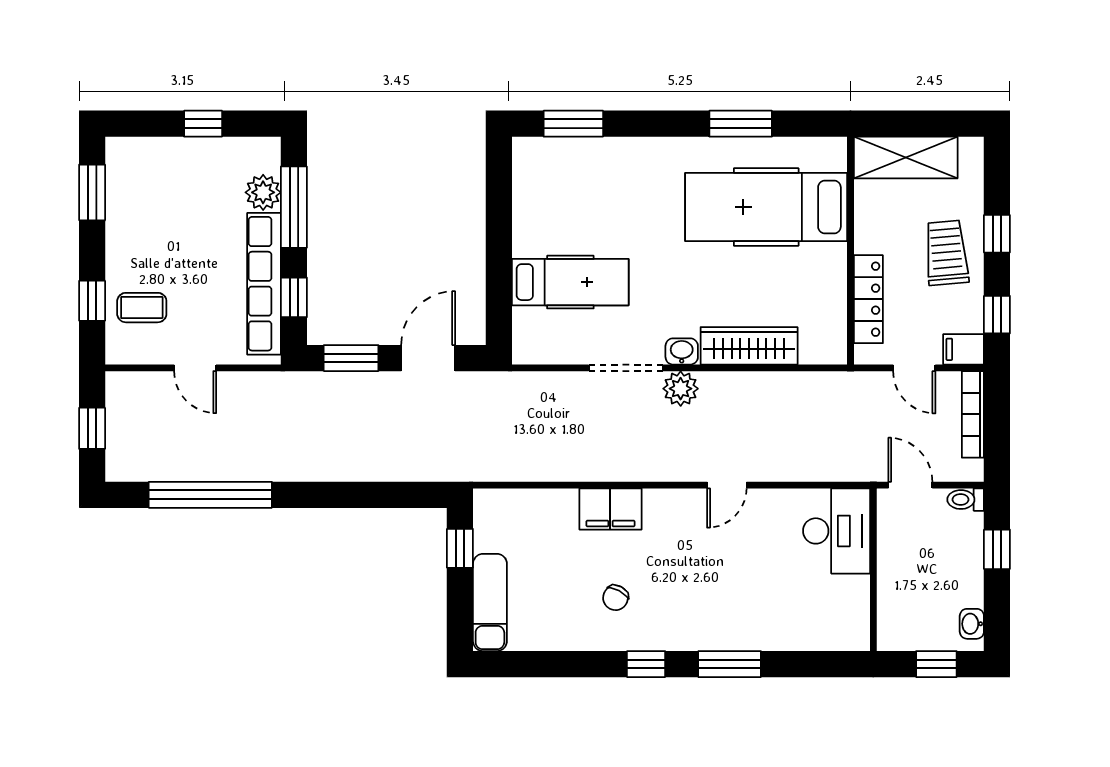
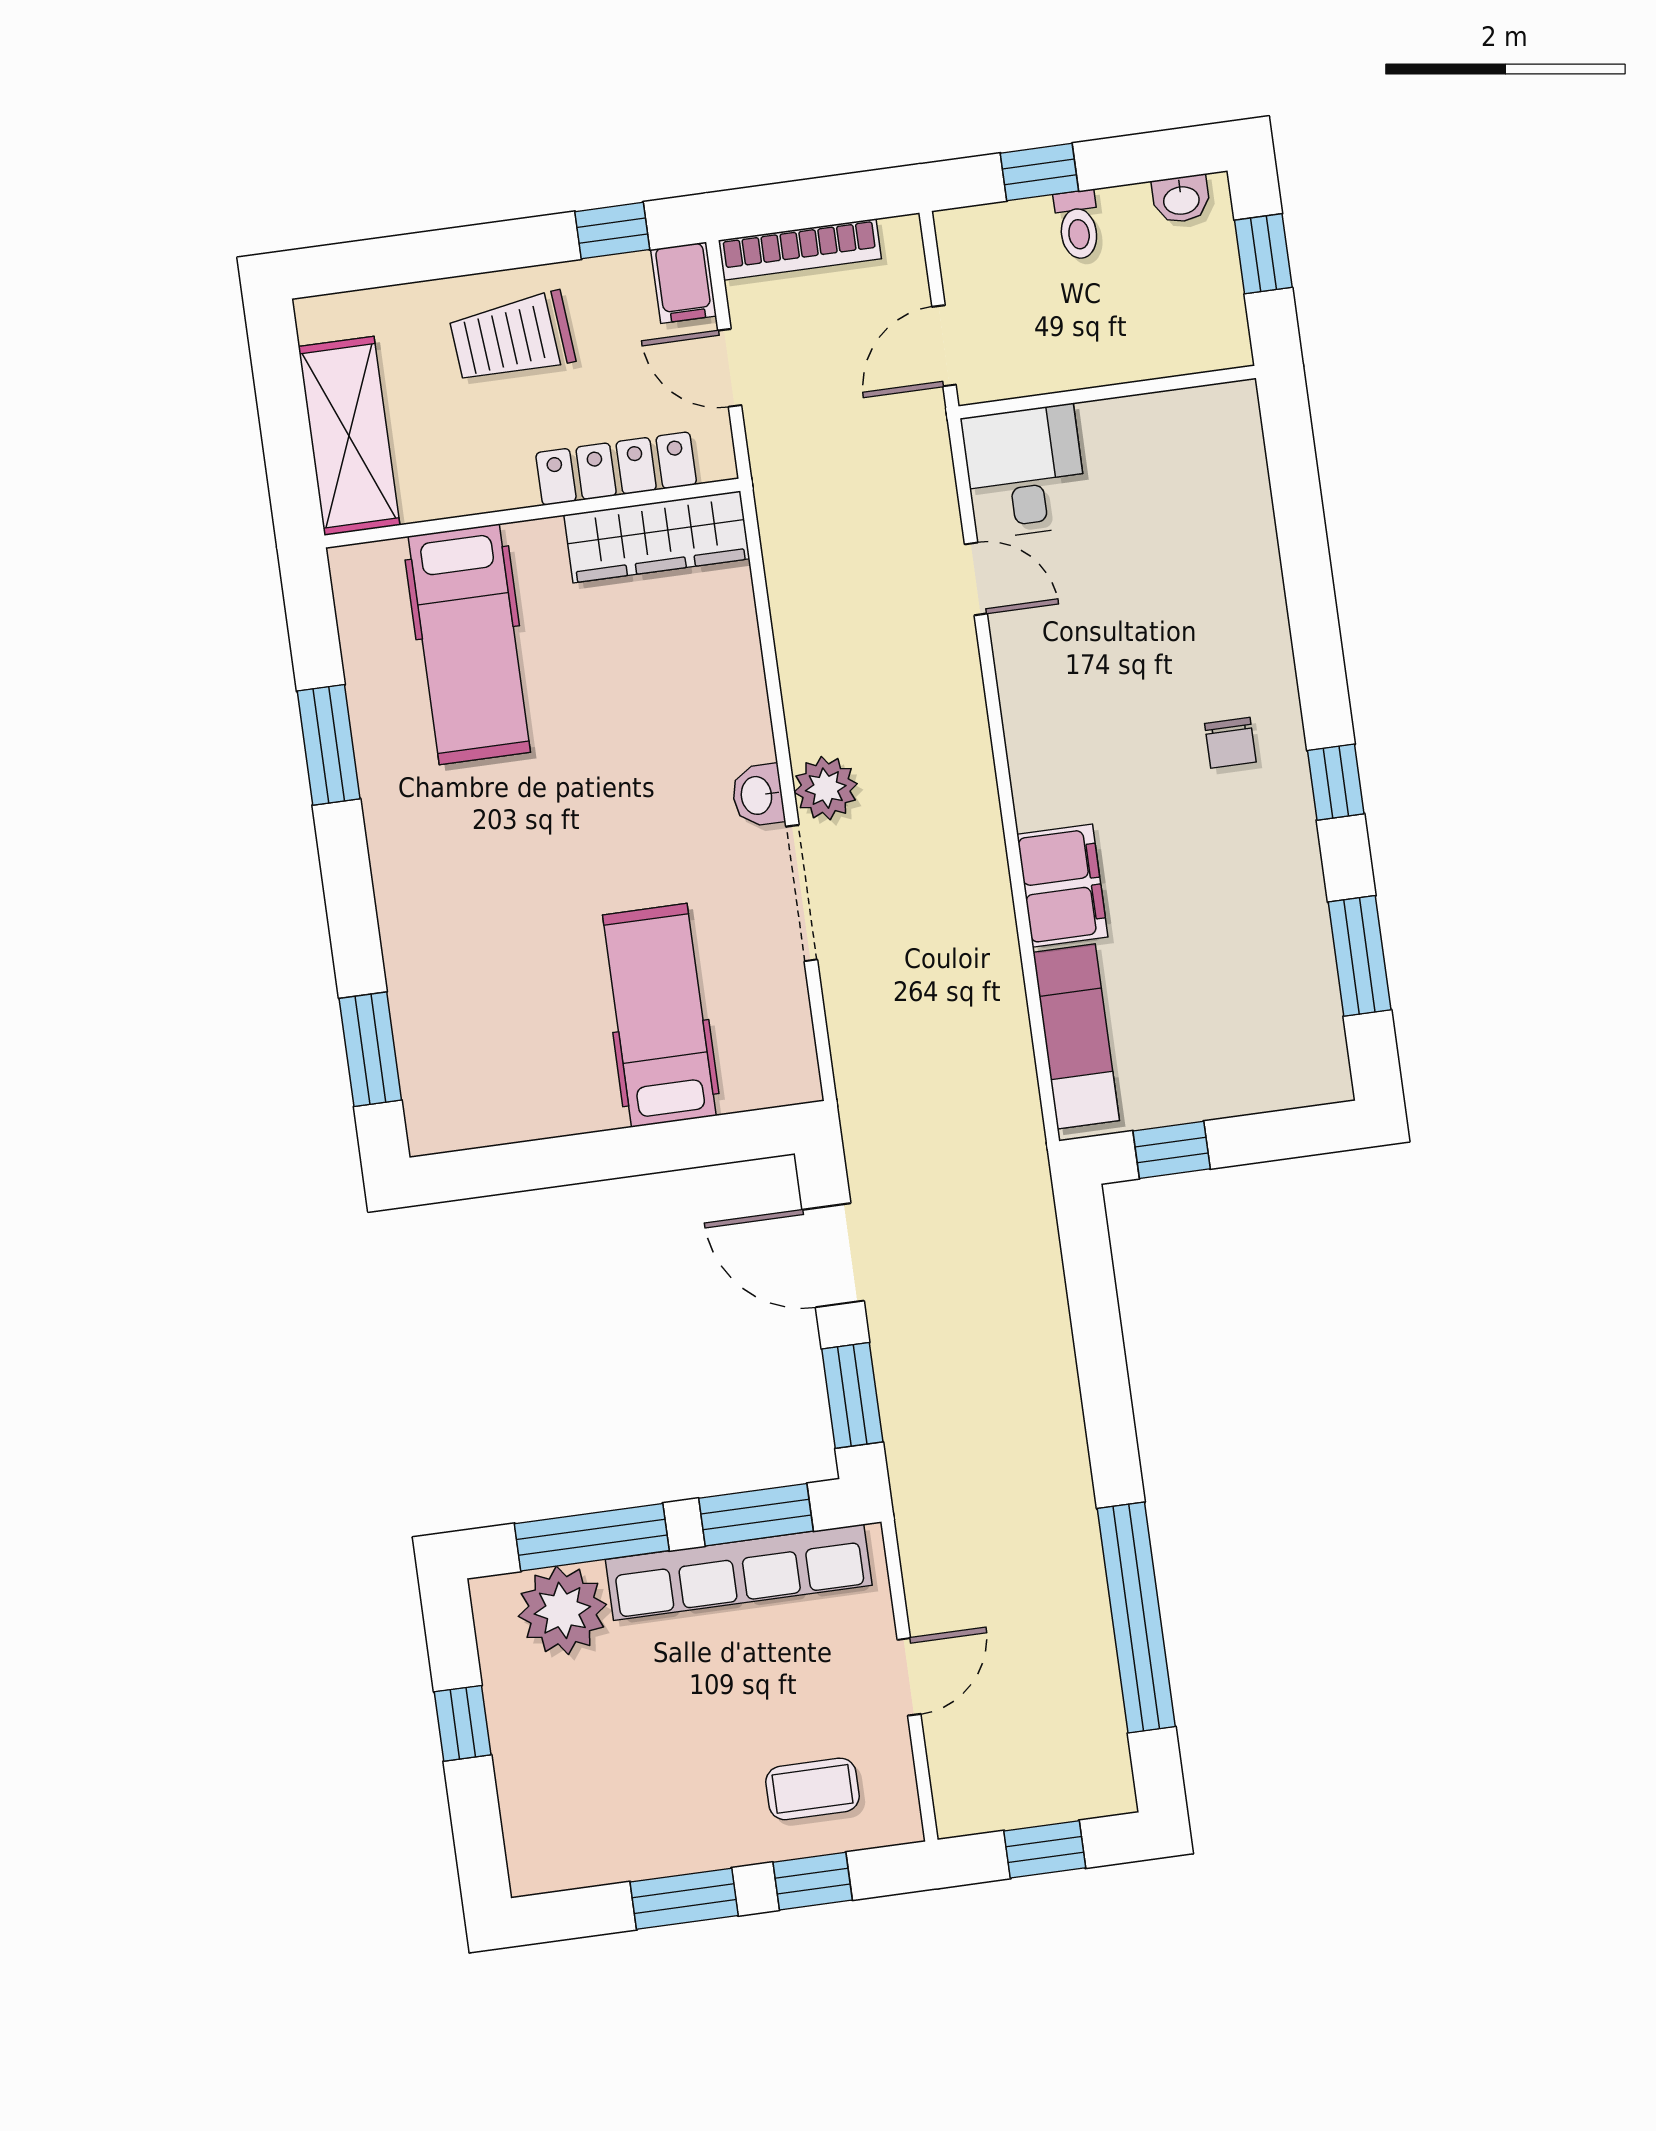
window: (92, 192) -> (684, 1899), moved
plant: (263, 192) -> (562, 1610), width x1.36, depth x1.36
hospital bed: (766, 207) -> (469, 644), width x0.73, depth x0.78
window: (997, 234) -> (465, 251), removed
window: (294, 297) -> (756, 1515), width x1.50
coffee table: (142, 308) -> (813, 1789), turned 90
wardrobe: (749, 346) -> (657, 537), moved, turned -90
door: (914, 368) -> (730, 368), swing flipped
door: (727, 485) -> (976, 579), moved
toilet: (966, 500) -> (1078, 225), moved
desk: (837, 531) -> (1025, 472), width x0.73
chair: (616, 598) -> (1230, 743), moved, turned 62
exam couch: (490, 602) -> (1076, 1036), moved, turned 90
window: (730, 664) -> (1360, 956), moved

